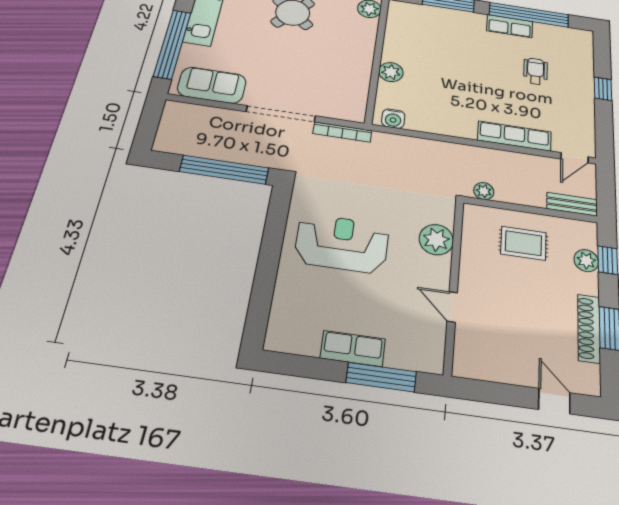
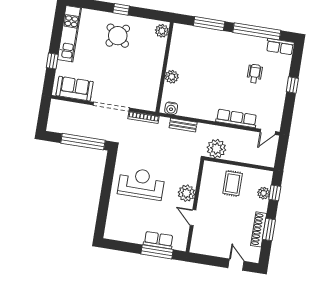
row of seats: (510, 26) -> (280, 47), moved
window: (172, 44) -> (52, 61), width x0.32
plant: (484, 191) -> (216, 149), width x1.88, depth x1.88
bench: (572, 204) -> (183, 125), moved
plant: (436, 240) -> (186, 193), moved
rug: (523, 243) -> (233, 183), turned 90
row of seats: (353, 348) -> (158, 240), moved

